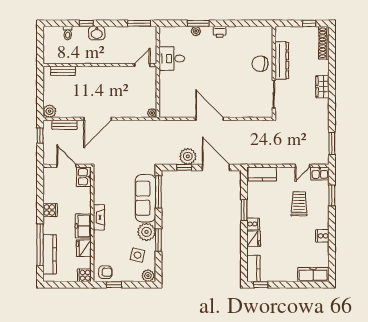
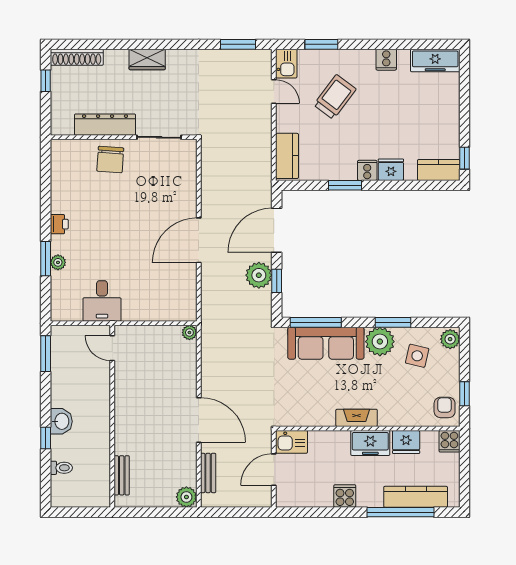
window: (40, 136) -> (226, 512), removed
trolley: (299, 204) -> (335, 97), turned 127
freezer: (313, 275) -> (435, 60), moved, turned -90

